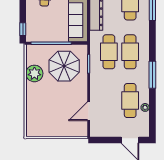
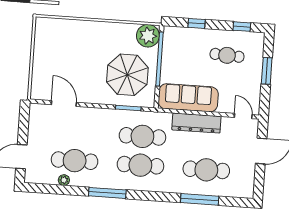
window: (23, 29) -> (197, 23), moved
plant: (34, 73) -> (148, 36), moved

